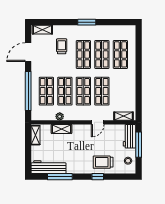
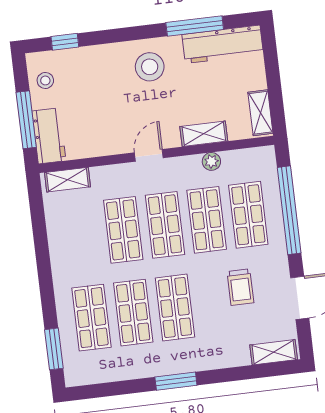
window: (139, 43) -> (54, 349), added
trolley: (62, 46) -> (240, 287), moved
door: (98, 122) -> (149, 155), moved
stool: (82, 161) -> (150, 67), added
trolley: (103, 162) -> (101, 70), removed
window: (98, 177) -> (65, 42), moved

